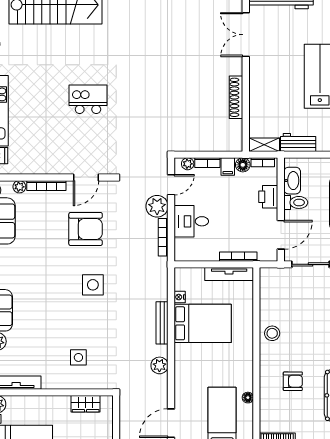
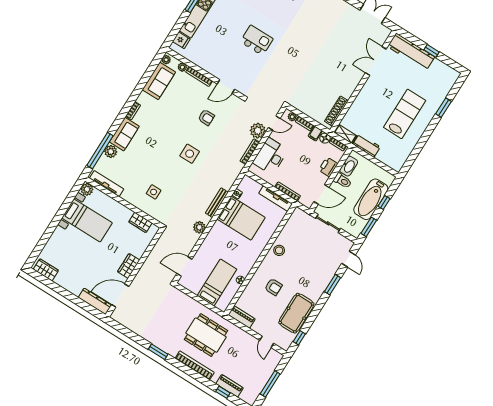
shoe rack: (236, 97) -> (336, 111), moved
desk: (191, 221) -> (270, 156), width x1.37
armchair: (86, 229) -> (206, 117), width x0.53, depth x0.53

